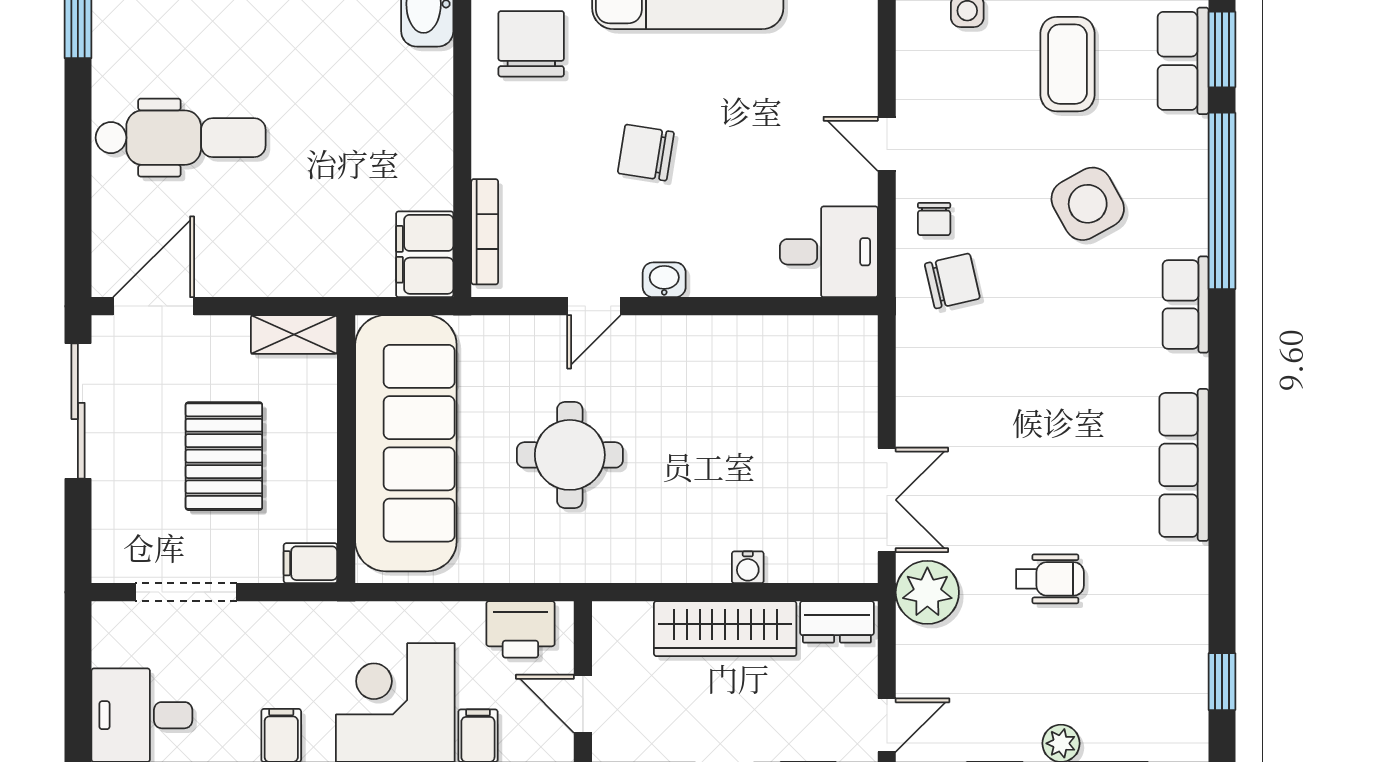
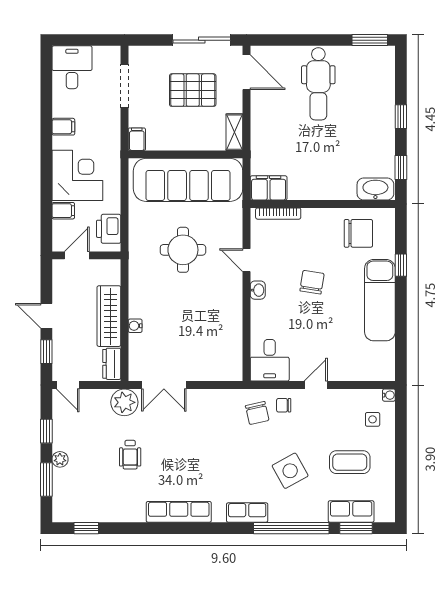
pallet: (224, 456) -> (193, 90), moved

